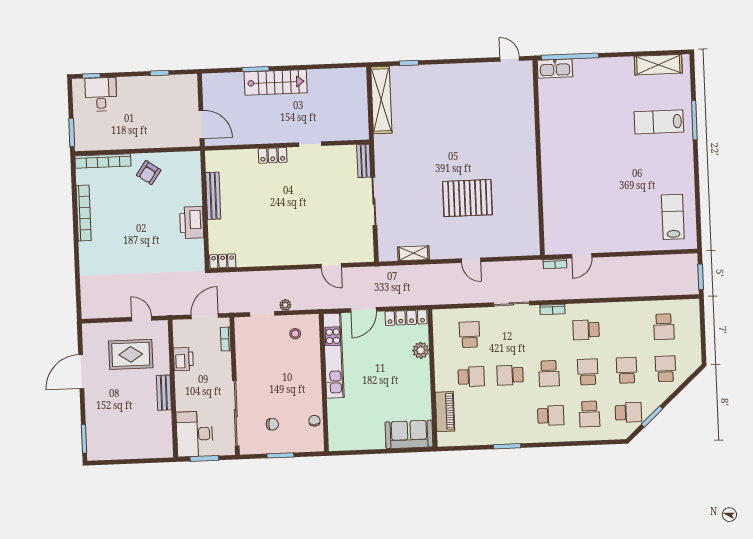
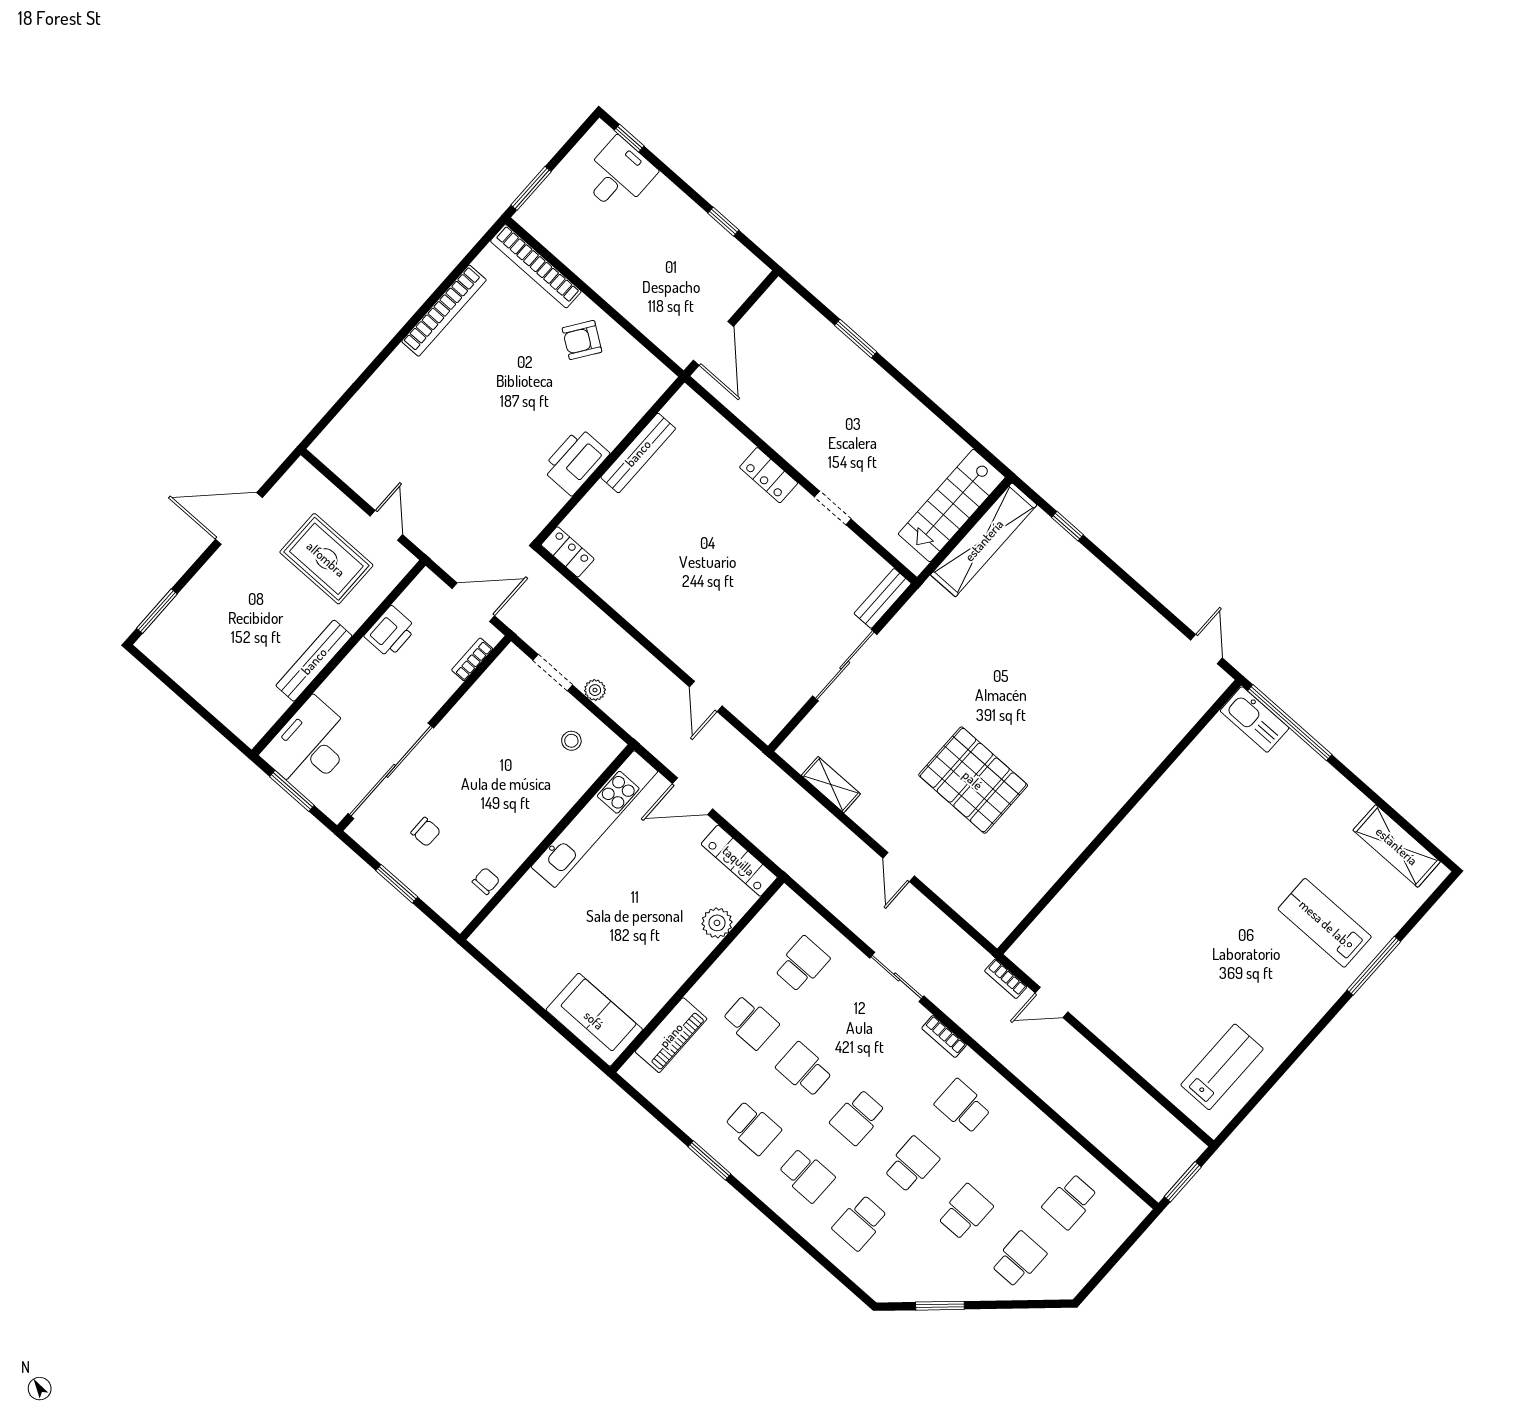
stairs: (276, 82) -> (952, 505), moved, turned 90
bench: (164, 393) -> (314, 661), width x1.36
school desk: (628, 412) -> (753, 1128), moved

